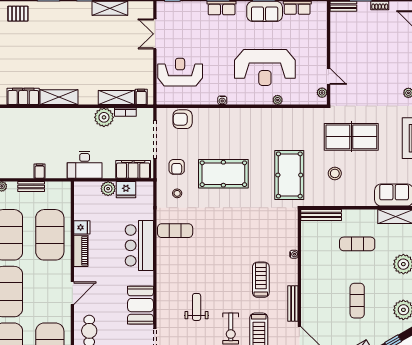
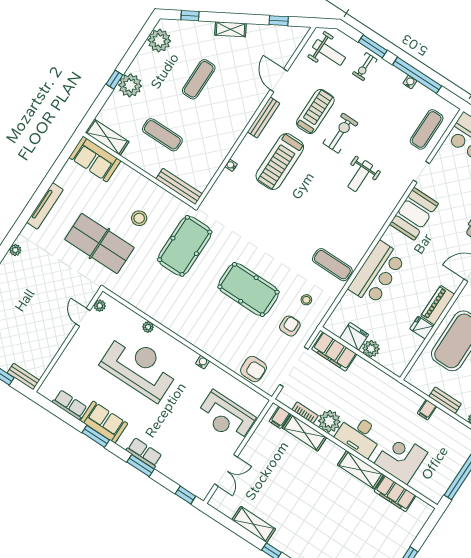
corner desk: (36, 125) -> (401, 458), added
desk: (85, 165) -> (359, 435), moved, turned 180
treadmill: (261, 280) -> (280, 162), width x1.37, depth x1.38

